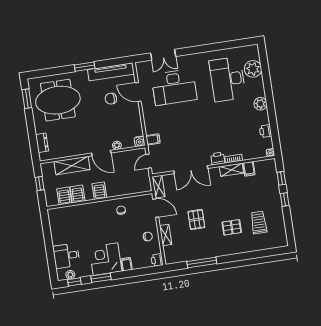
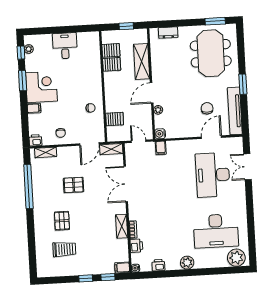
plant: (253, 69) -> (236, 258), moved
desk: (228, 79) -> (216, 231), turned 180
printer: (218, 159) -> (136, 246), moved
filing cabinet: (249, 169) -> (122, 268), moved
server rack: (99, 191) -> (115, 119), moved
shelving: (166, 235) -> (46, 152), moved
desk: (66, 256) -> (65, 46), moved
window: (202, 263) -> (28, 186), width x1.46

